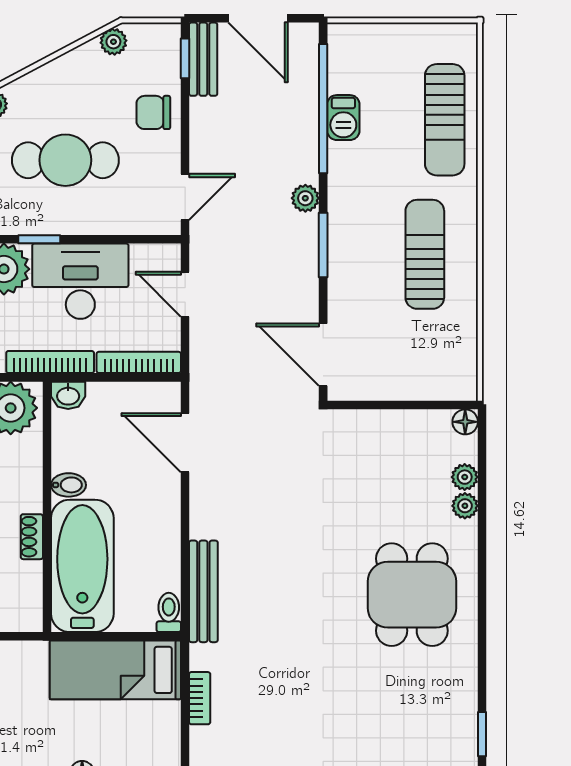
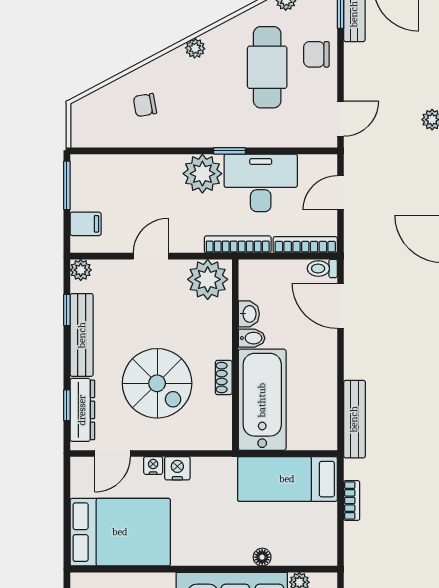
cafe table: (65, 160) -> (267, 67), moved, turned 90
door: (185, 294) -> (340, 193), hinge flipped
washbasin: (68, 395) -> (249, 314), moved, turned -90
toilet: (169, 612) -> (322, 269), moved, turned -90

